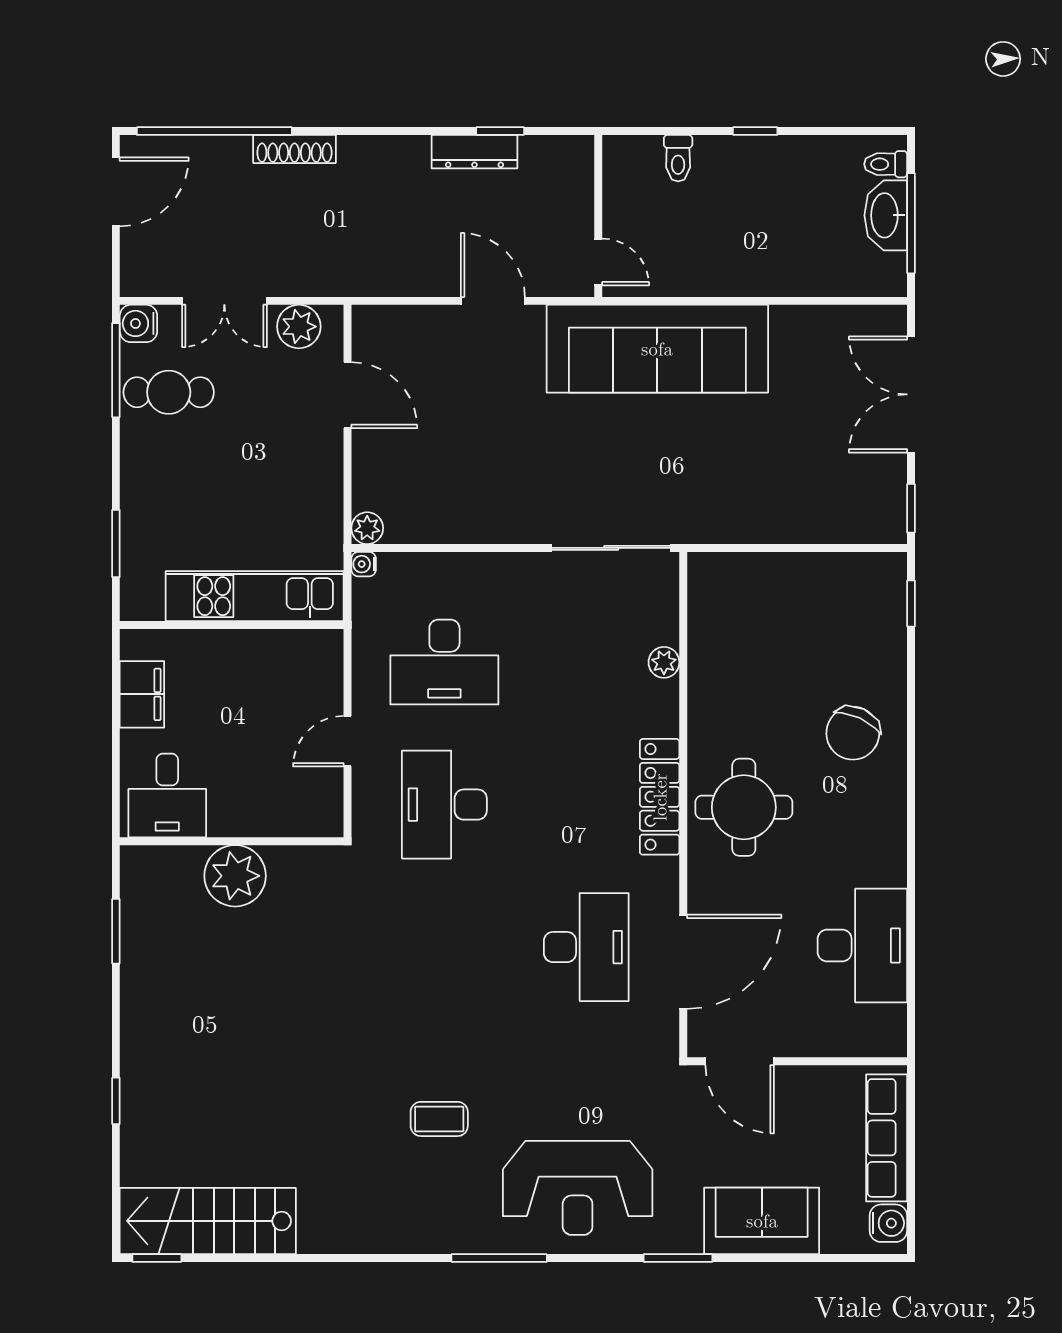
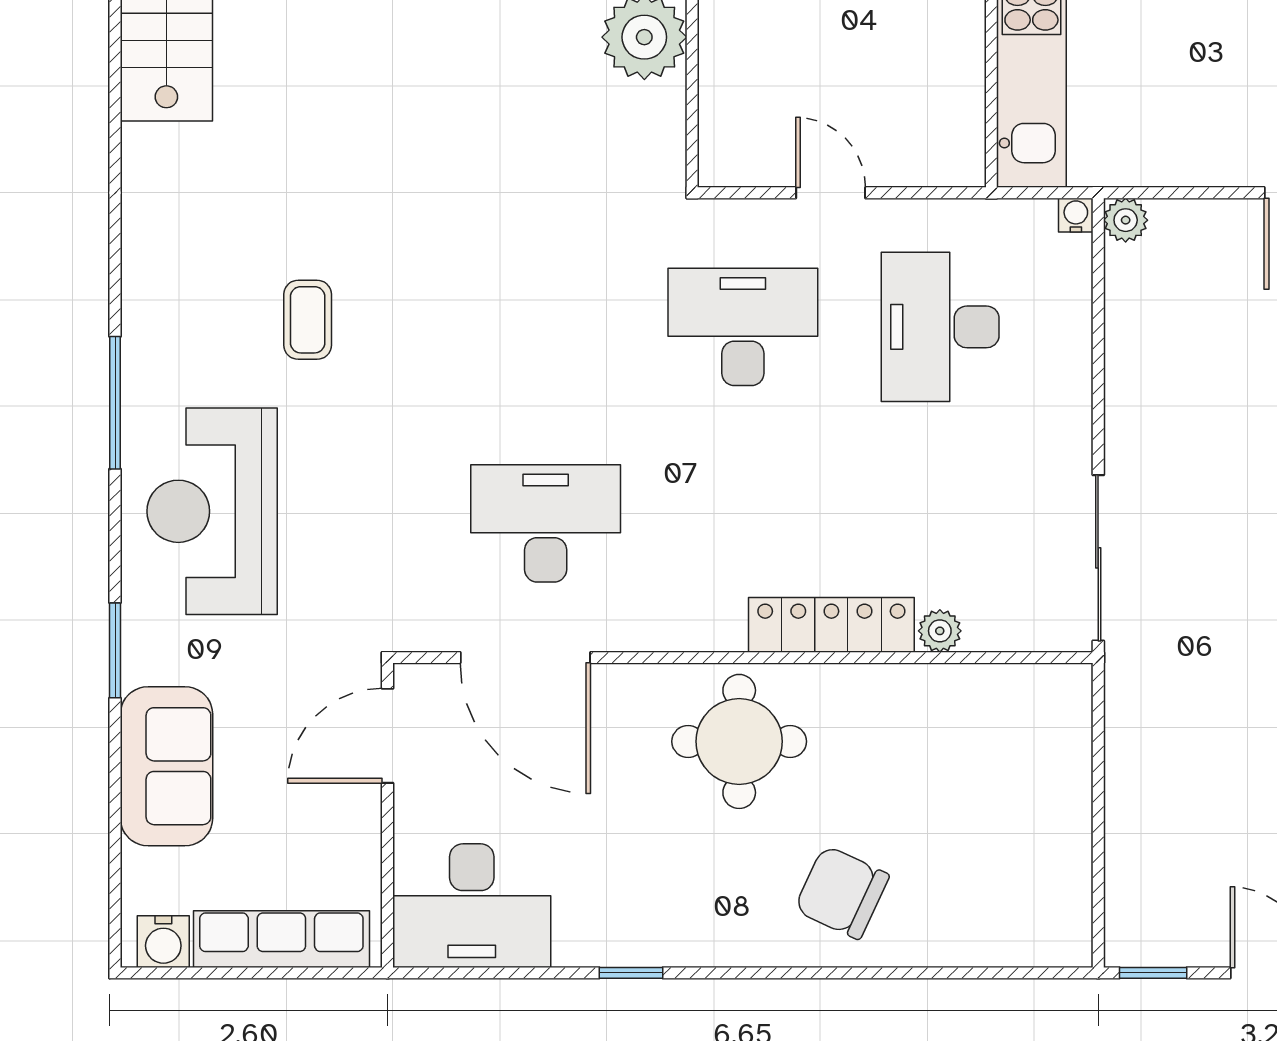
window: (911, 603) -> (631, 973), moved
locker: (660, 797) -> (831, 625), moved
desk: (862, 946) -> (472, 906), moved
desk: (586, 947) -> (546, 523), turned 180

